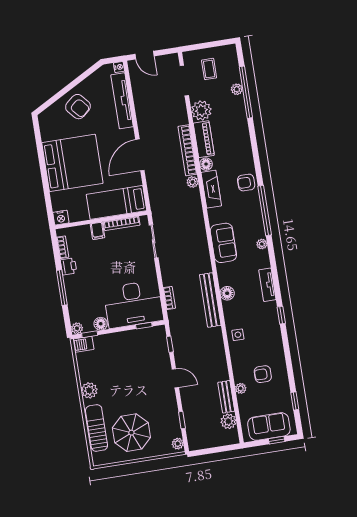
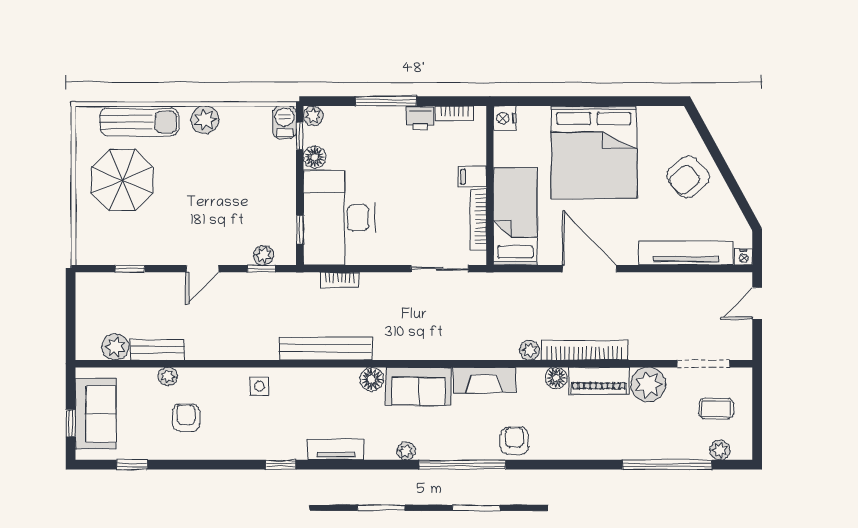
plant: (237, 89) -> (720, 450), moved
fireplace: (211, 189) -> (484, 380), moved
floor lamp: (227, 293) -> (372, 379), moved
plant: (178, 444) -> (264, 255), moved

